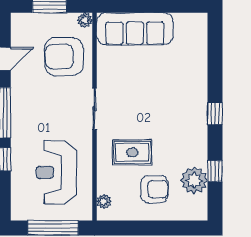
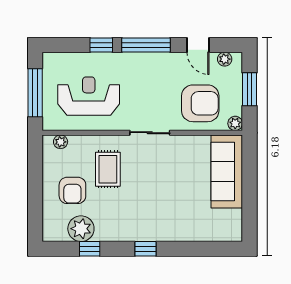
plant: (18, 31) -> (225, 59), added
armchair: (64, 56) -> (200, 103), turned 90

